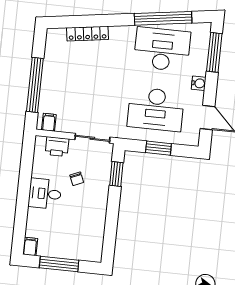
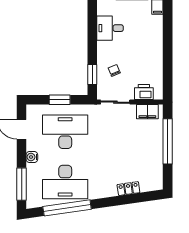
locker: (88, 34) -> (128, 189), width x0.66
filing cabinet: (49, 122) -> (147, 112), width x2.00
chair: (77, 179) -> (114, 70), moved
desk: (45, 194) -> (110, 28), moved, turned 180

